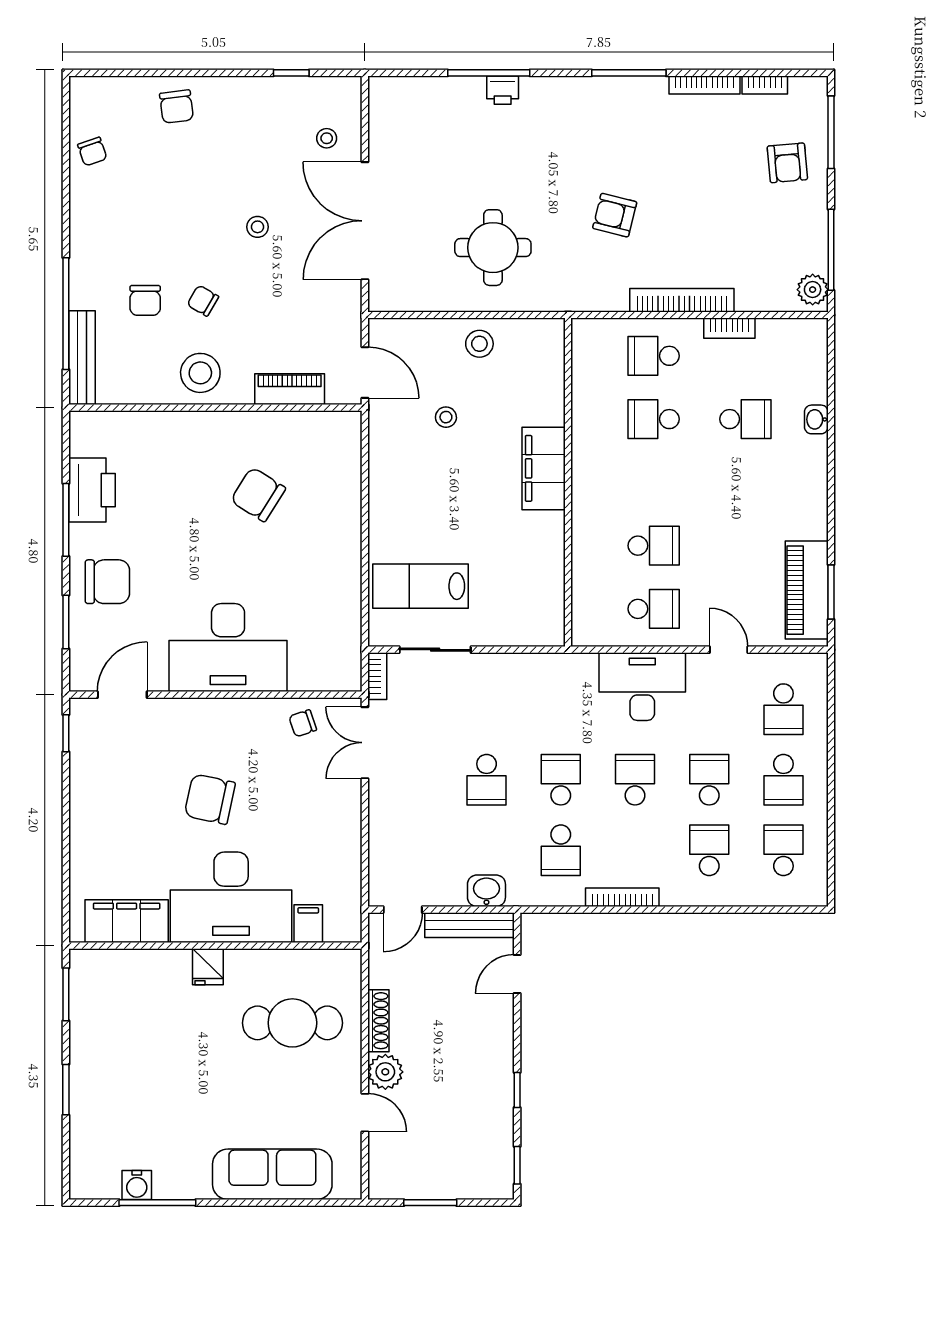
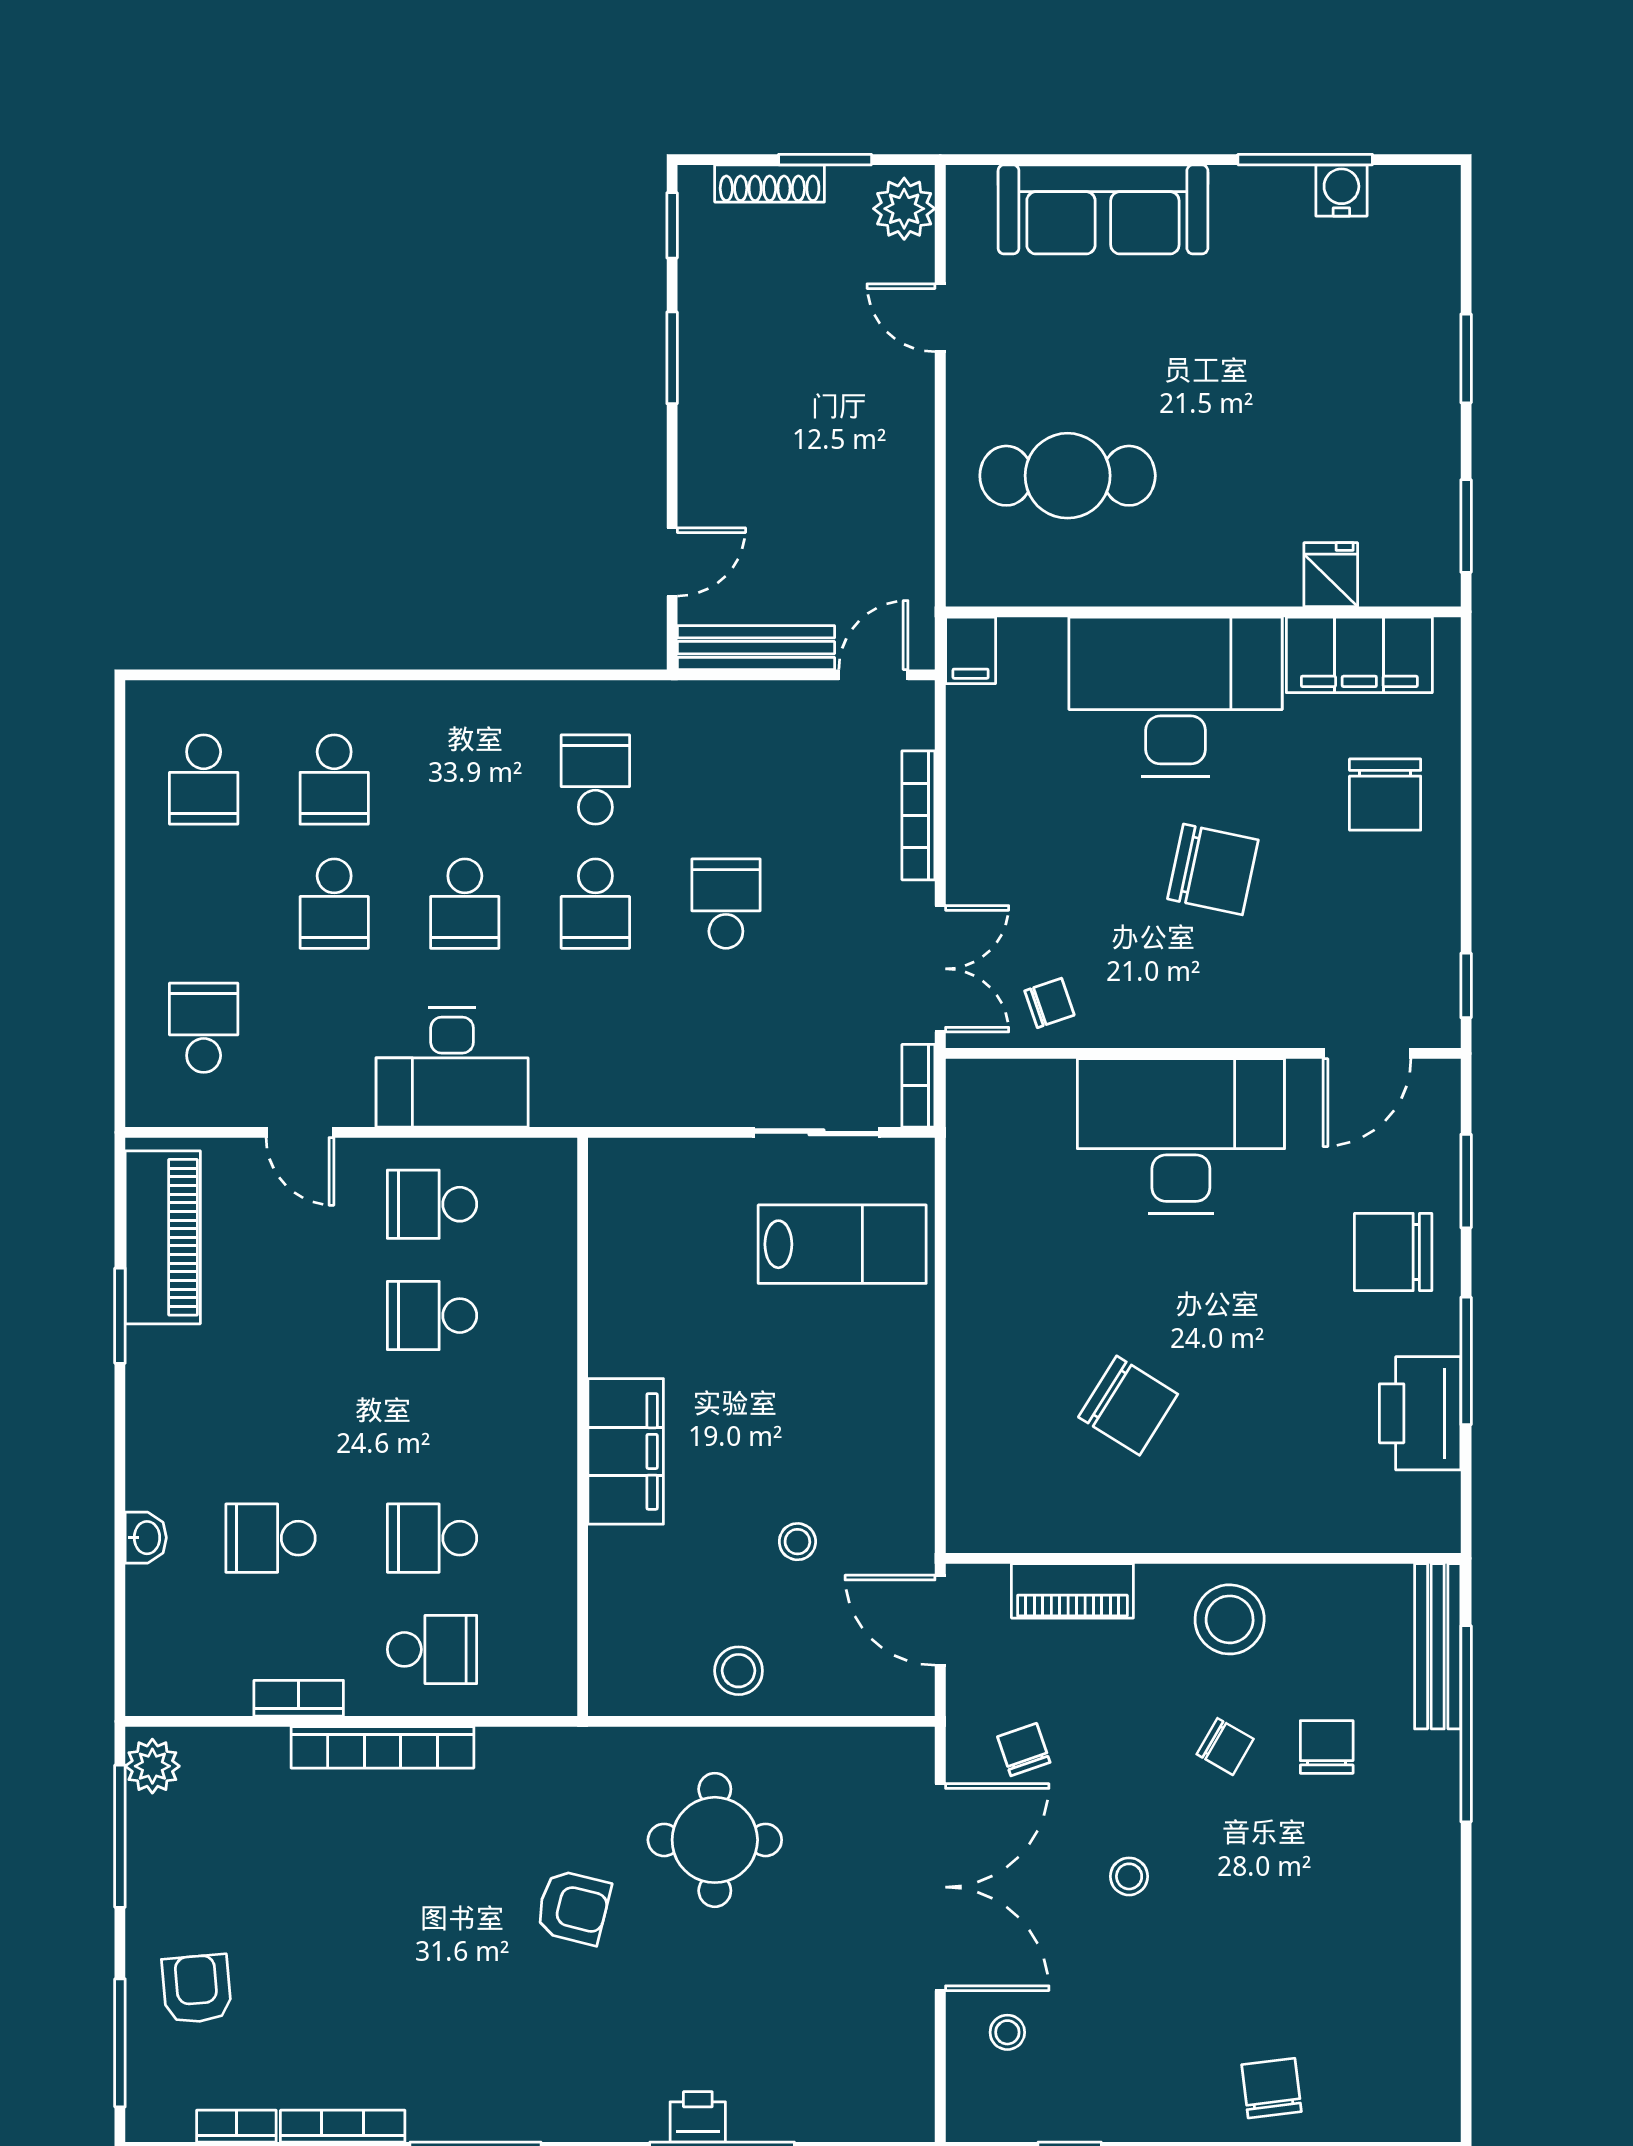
chair: (92, 152) -> (1024, 1750), moved
armchair: (615, 215) -> (573, 1907), moved
school desk: (654, 419) -> (432, 1538), turned 180
window: (831, 592) -> (120, 1316), moved
school desk: (783, 780) -> (204, 904), removed
chair: (112, 842) -> (1385, 795), added
washbasin: (486, 891) -> (726, 708), removed
bookcase: (622, 897) -> (918, 815), moved, turned 90
filing cabinet: (308, 924) -> (971, 650), moved
fridge: (208, 967) -> (1331, 575), moved
shoe rack: (378, 1021) -> (770, 183), moved, turned -90
plant: (385, 1072) -> (904, 209), moved
window: (517, 1090) -> (672, 358), width x1.50

